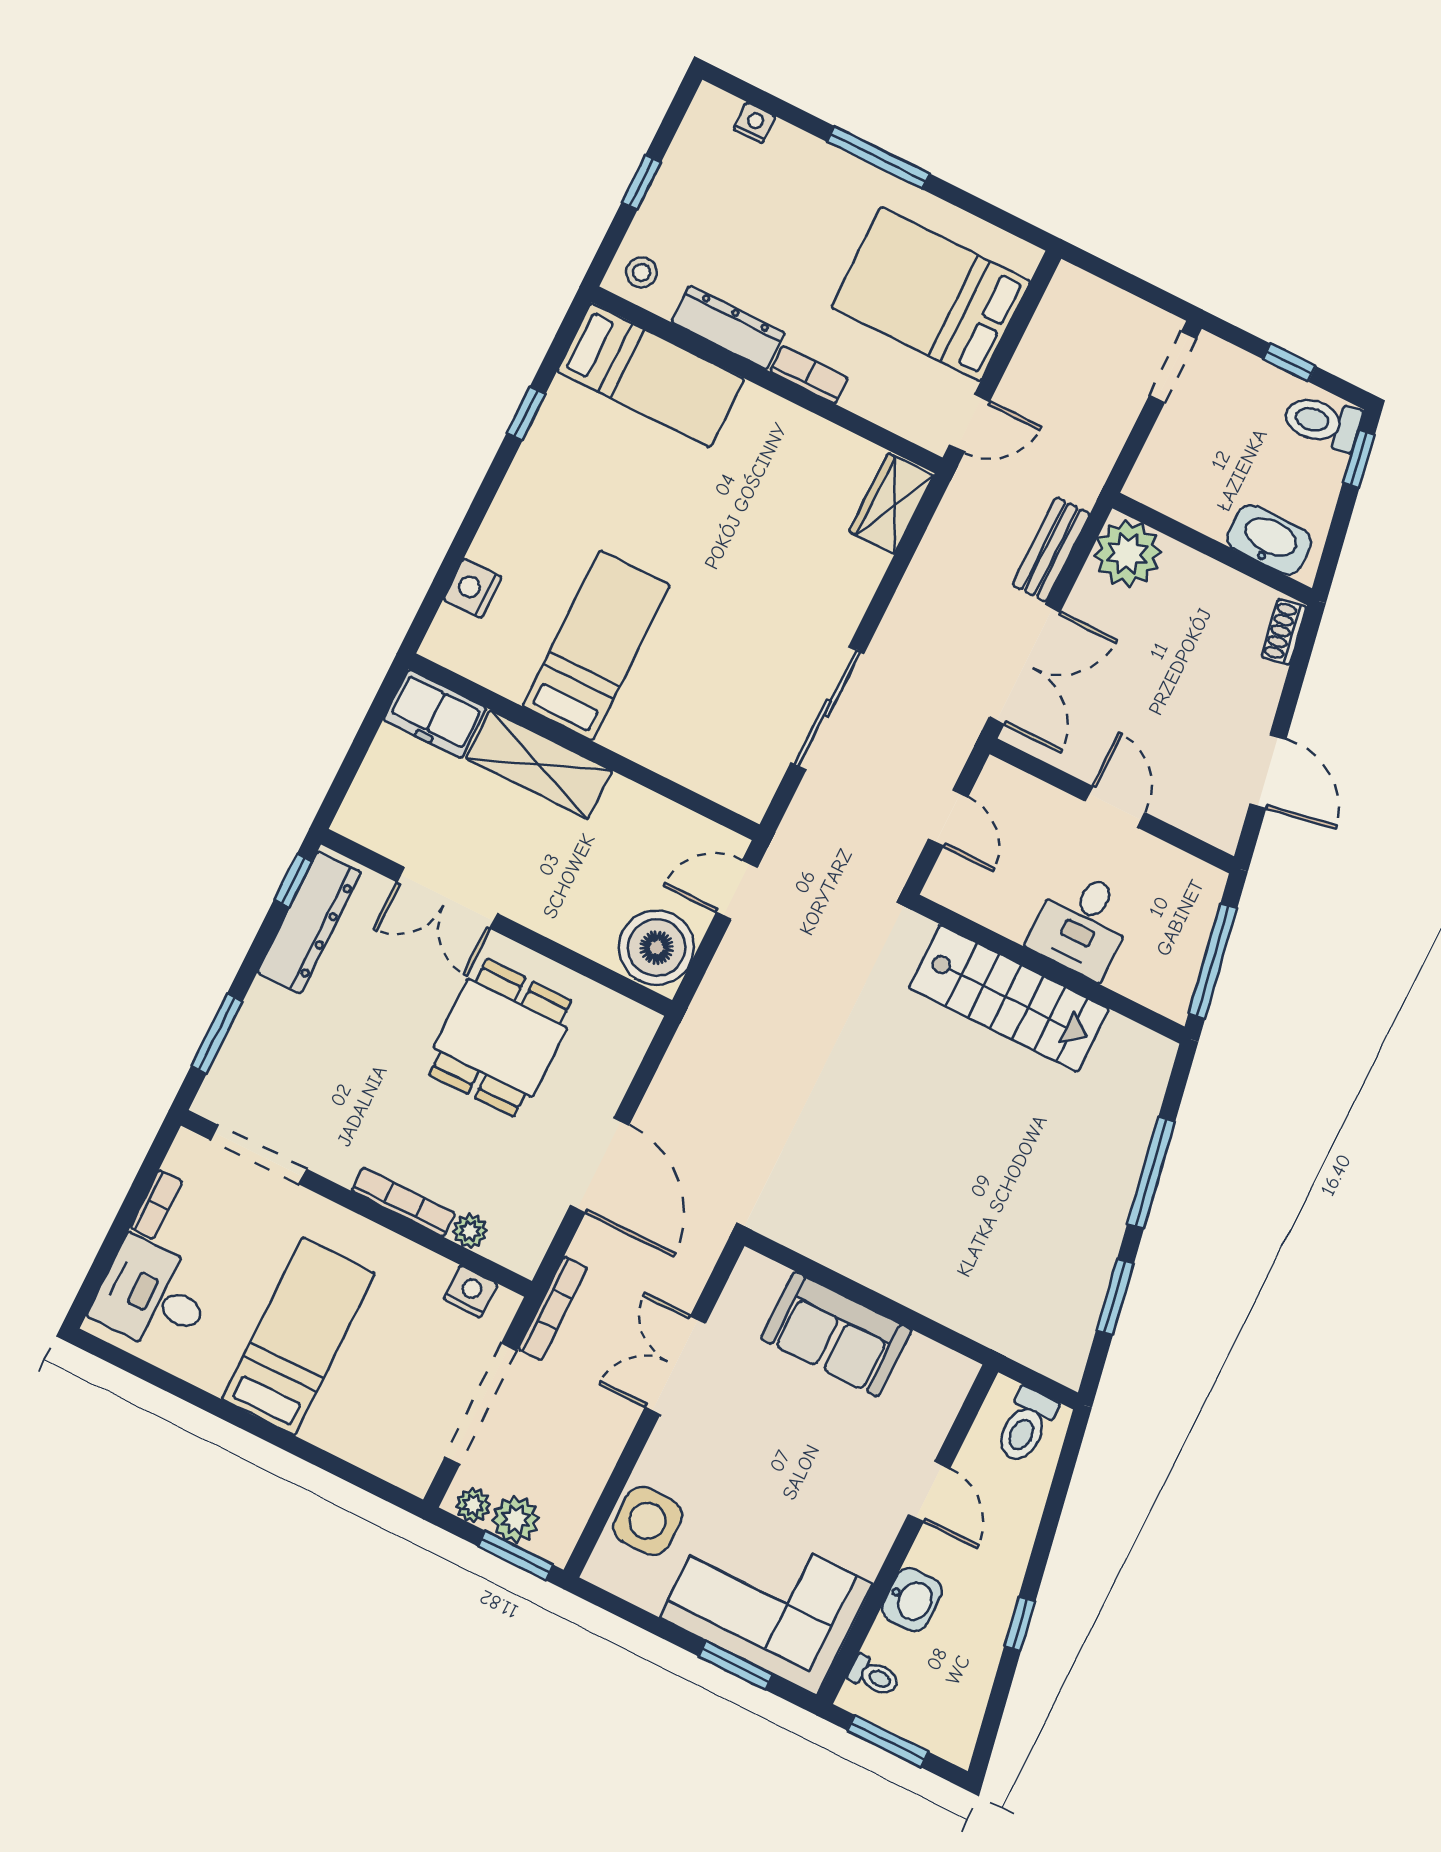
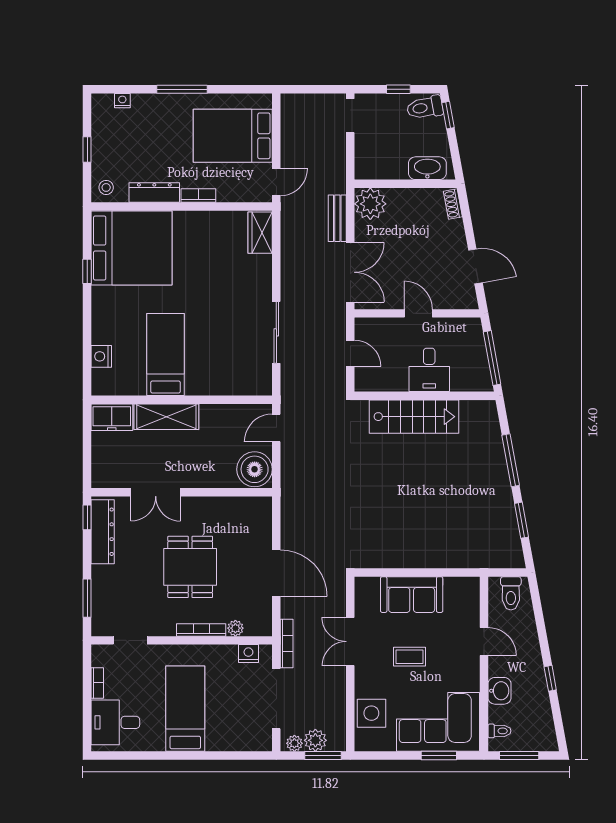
bed: (651, 375) -> (132, 248), width x2.04
dining table: (500, 1038) -> (190, 567), moved
doorway: (259, 1155) -> (130, 640), width x0.73
coffee table: (773, 1450) -> (409, 657), added

